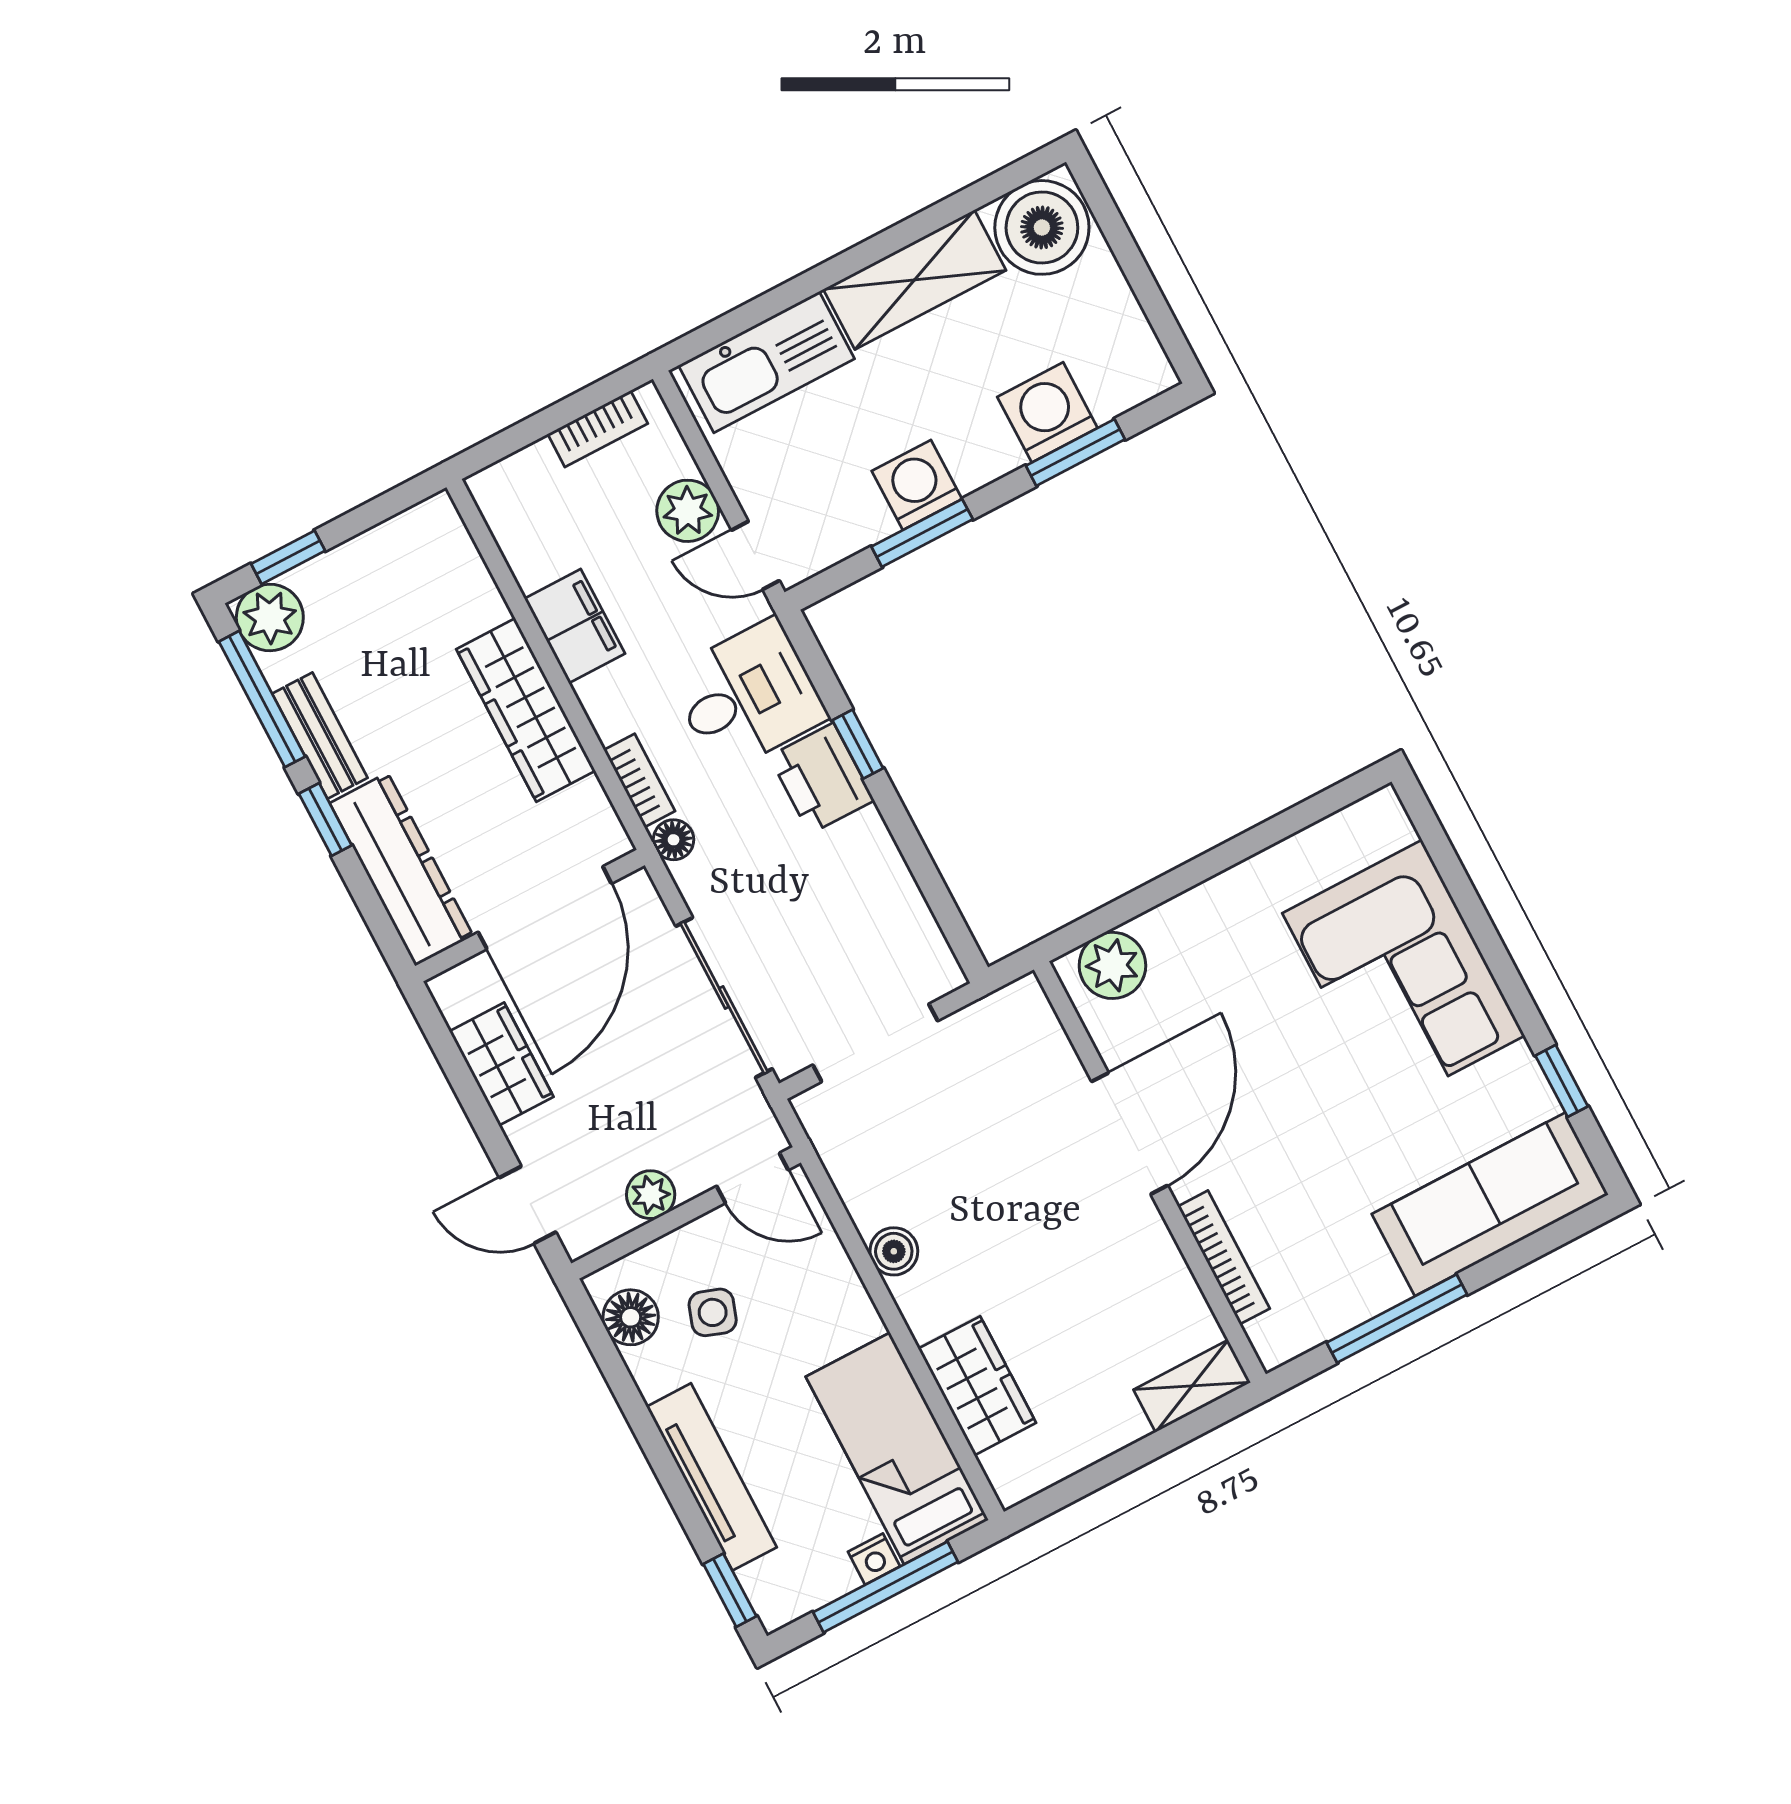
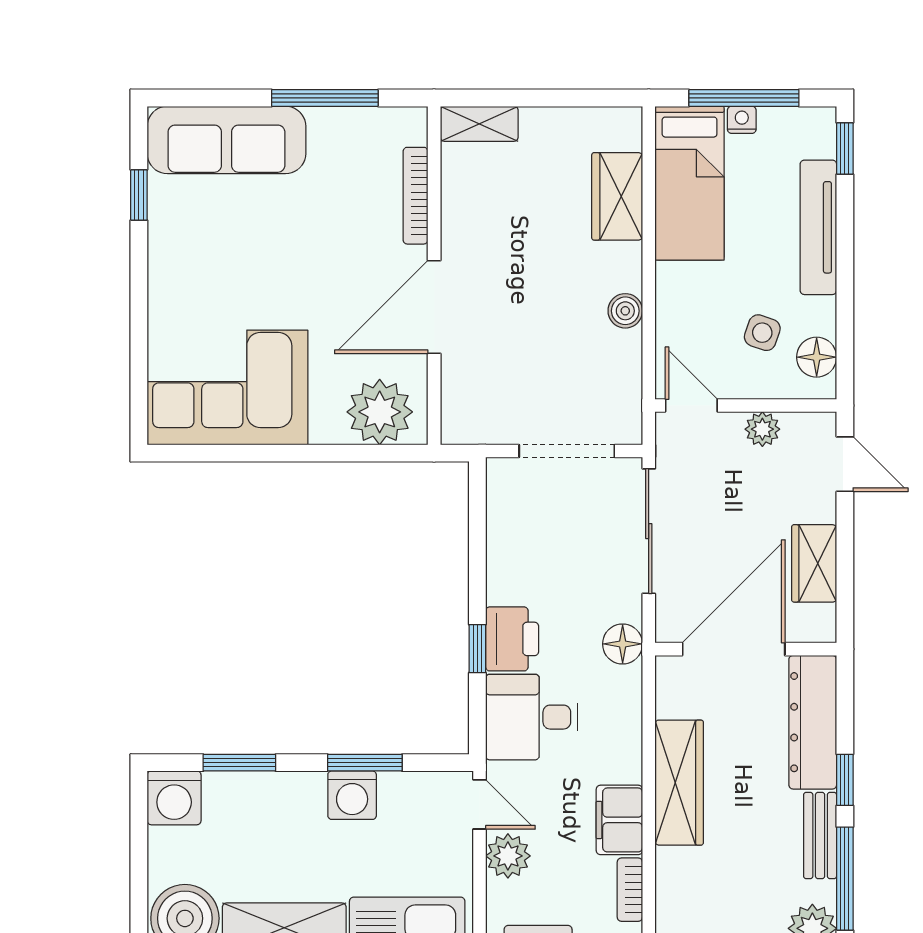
washing machine: (1047, 412) -> (174, 798), moved
bookcase: (639, 780) -> (630, 890), moved
floor lamp: (674, 840) -> (623, 644), width x1.37, depth x1.37
plant: (1112, 965) -> (380, 412), width x1.36, depth x1.36
corner sofa: (1404, 974) -> (228, 387), moved, turned -90

